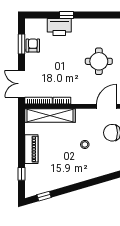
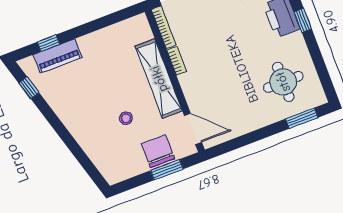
round table: (99, 61) -> (283, 82), moved
shelving: (50, 116) -> (159, 79), moved
piano: (31, 149) -> (58, 56), moved

